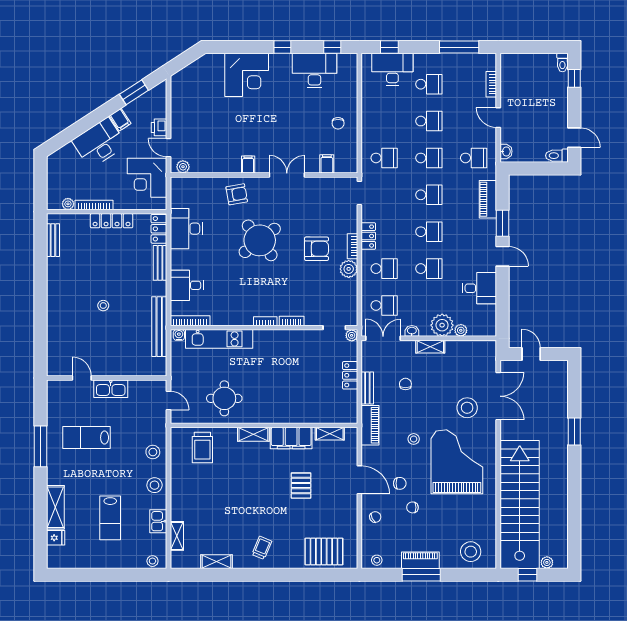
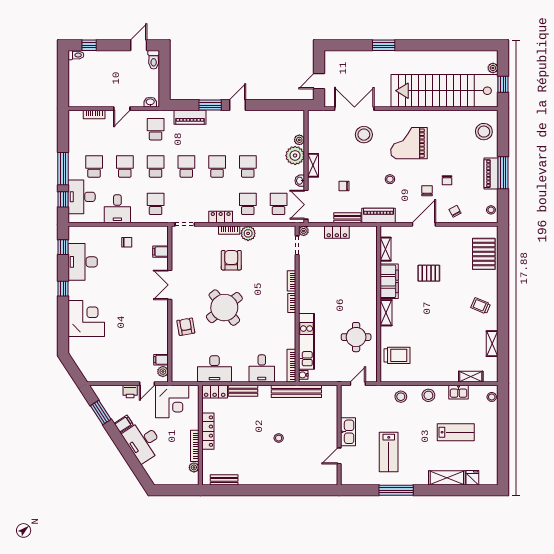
window: (459, 47) -> (63, 169), moved
filing cabinet: (248, 164) -> (161, 360), moved
desk: (479, 288) -> (117, 209), moved, turned 180
grand piano: (457, 462) -> (409, 143), width x0.73, depth x0.68

